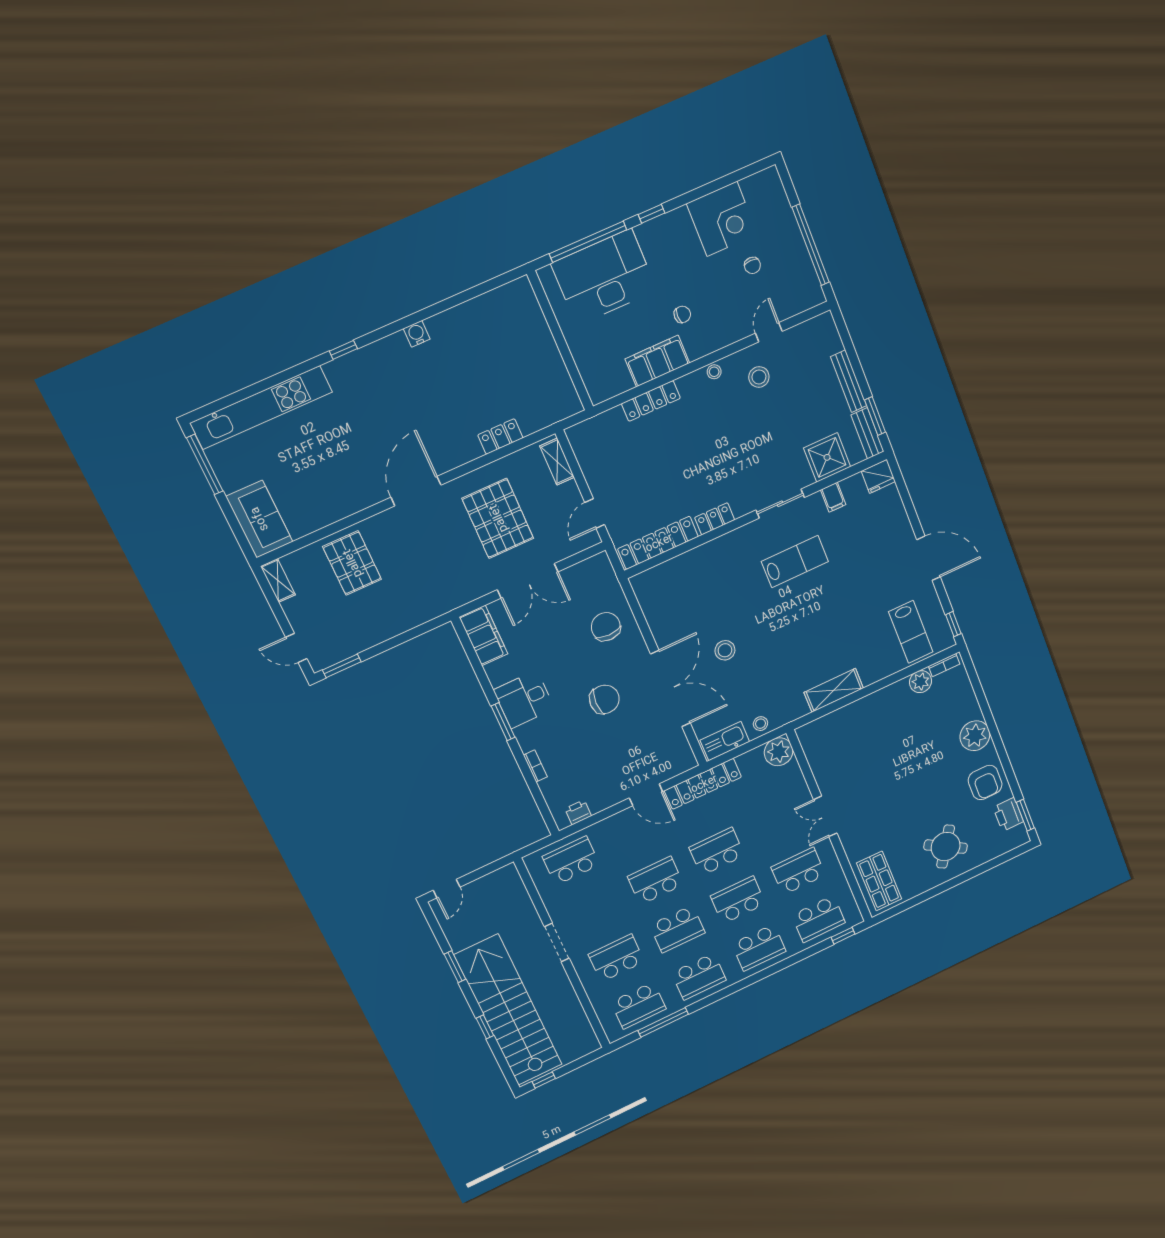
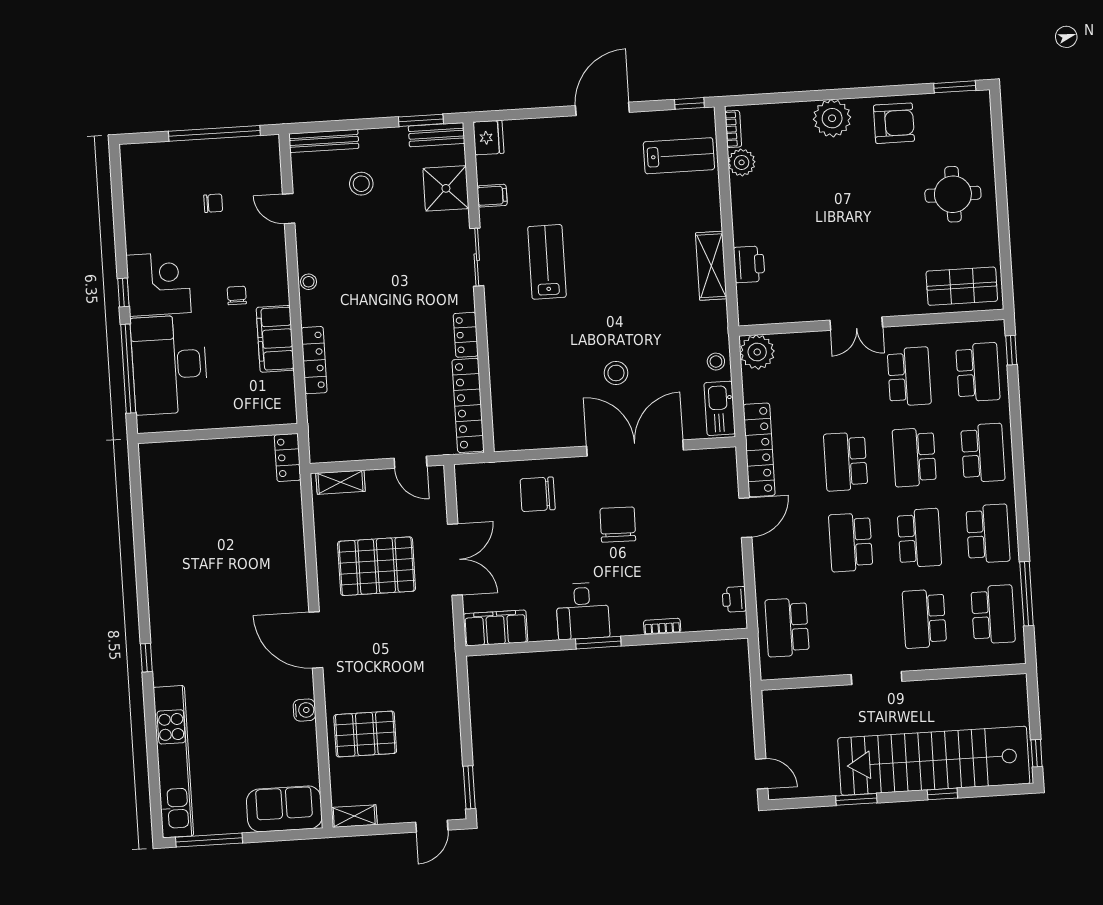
corner desk: (722, 219) -> (158, 284), moved
water cooler: (417, 334) -> (304, 710), moved, turned 180
stool: (759, 377) -> (361, 184), moved
bench: (849, 381) -> (324, 141), moved
locker: (500, 437) -> (288, 457), moved
printer: (1008, 814) -> (749, 264), moved, turned -90
round table: (946, 847) -> (953, 194), turned -32
school desk: (798, 871) -> (909, 377), turned 180

